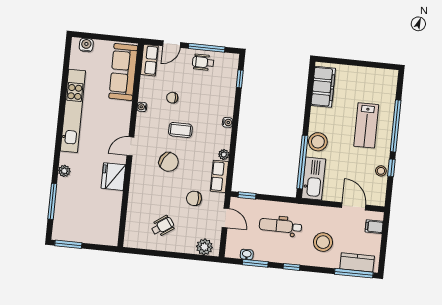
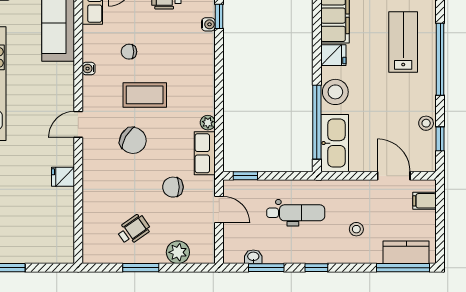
fridge: (319, 115) -> (333, 55), added
water cooler: (228, 122) -> (208, 24), moved
lab bench: (366, 125) -> (403, 42), moved, turned 180
coffee table: (180, 130) -> (145, 95), width x1.36, depth x1.30
window: (391, 168) -> (440, 139), moved
fridge: (113, 177) -> (63, 177), width x0.53, depth x0.75
dental chair: (281, 226) -> (296, 213), turned 180
stool: (323, 242) -> (356, 229), width x0.53, depth x0.53
plant: (204, 247) -> (178, 252), moved
window: (165, 254) -> (141, 268), added

